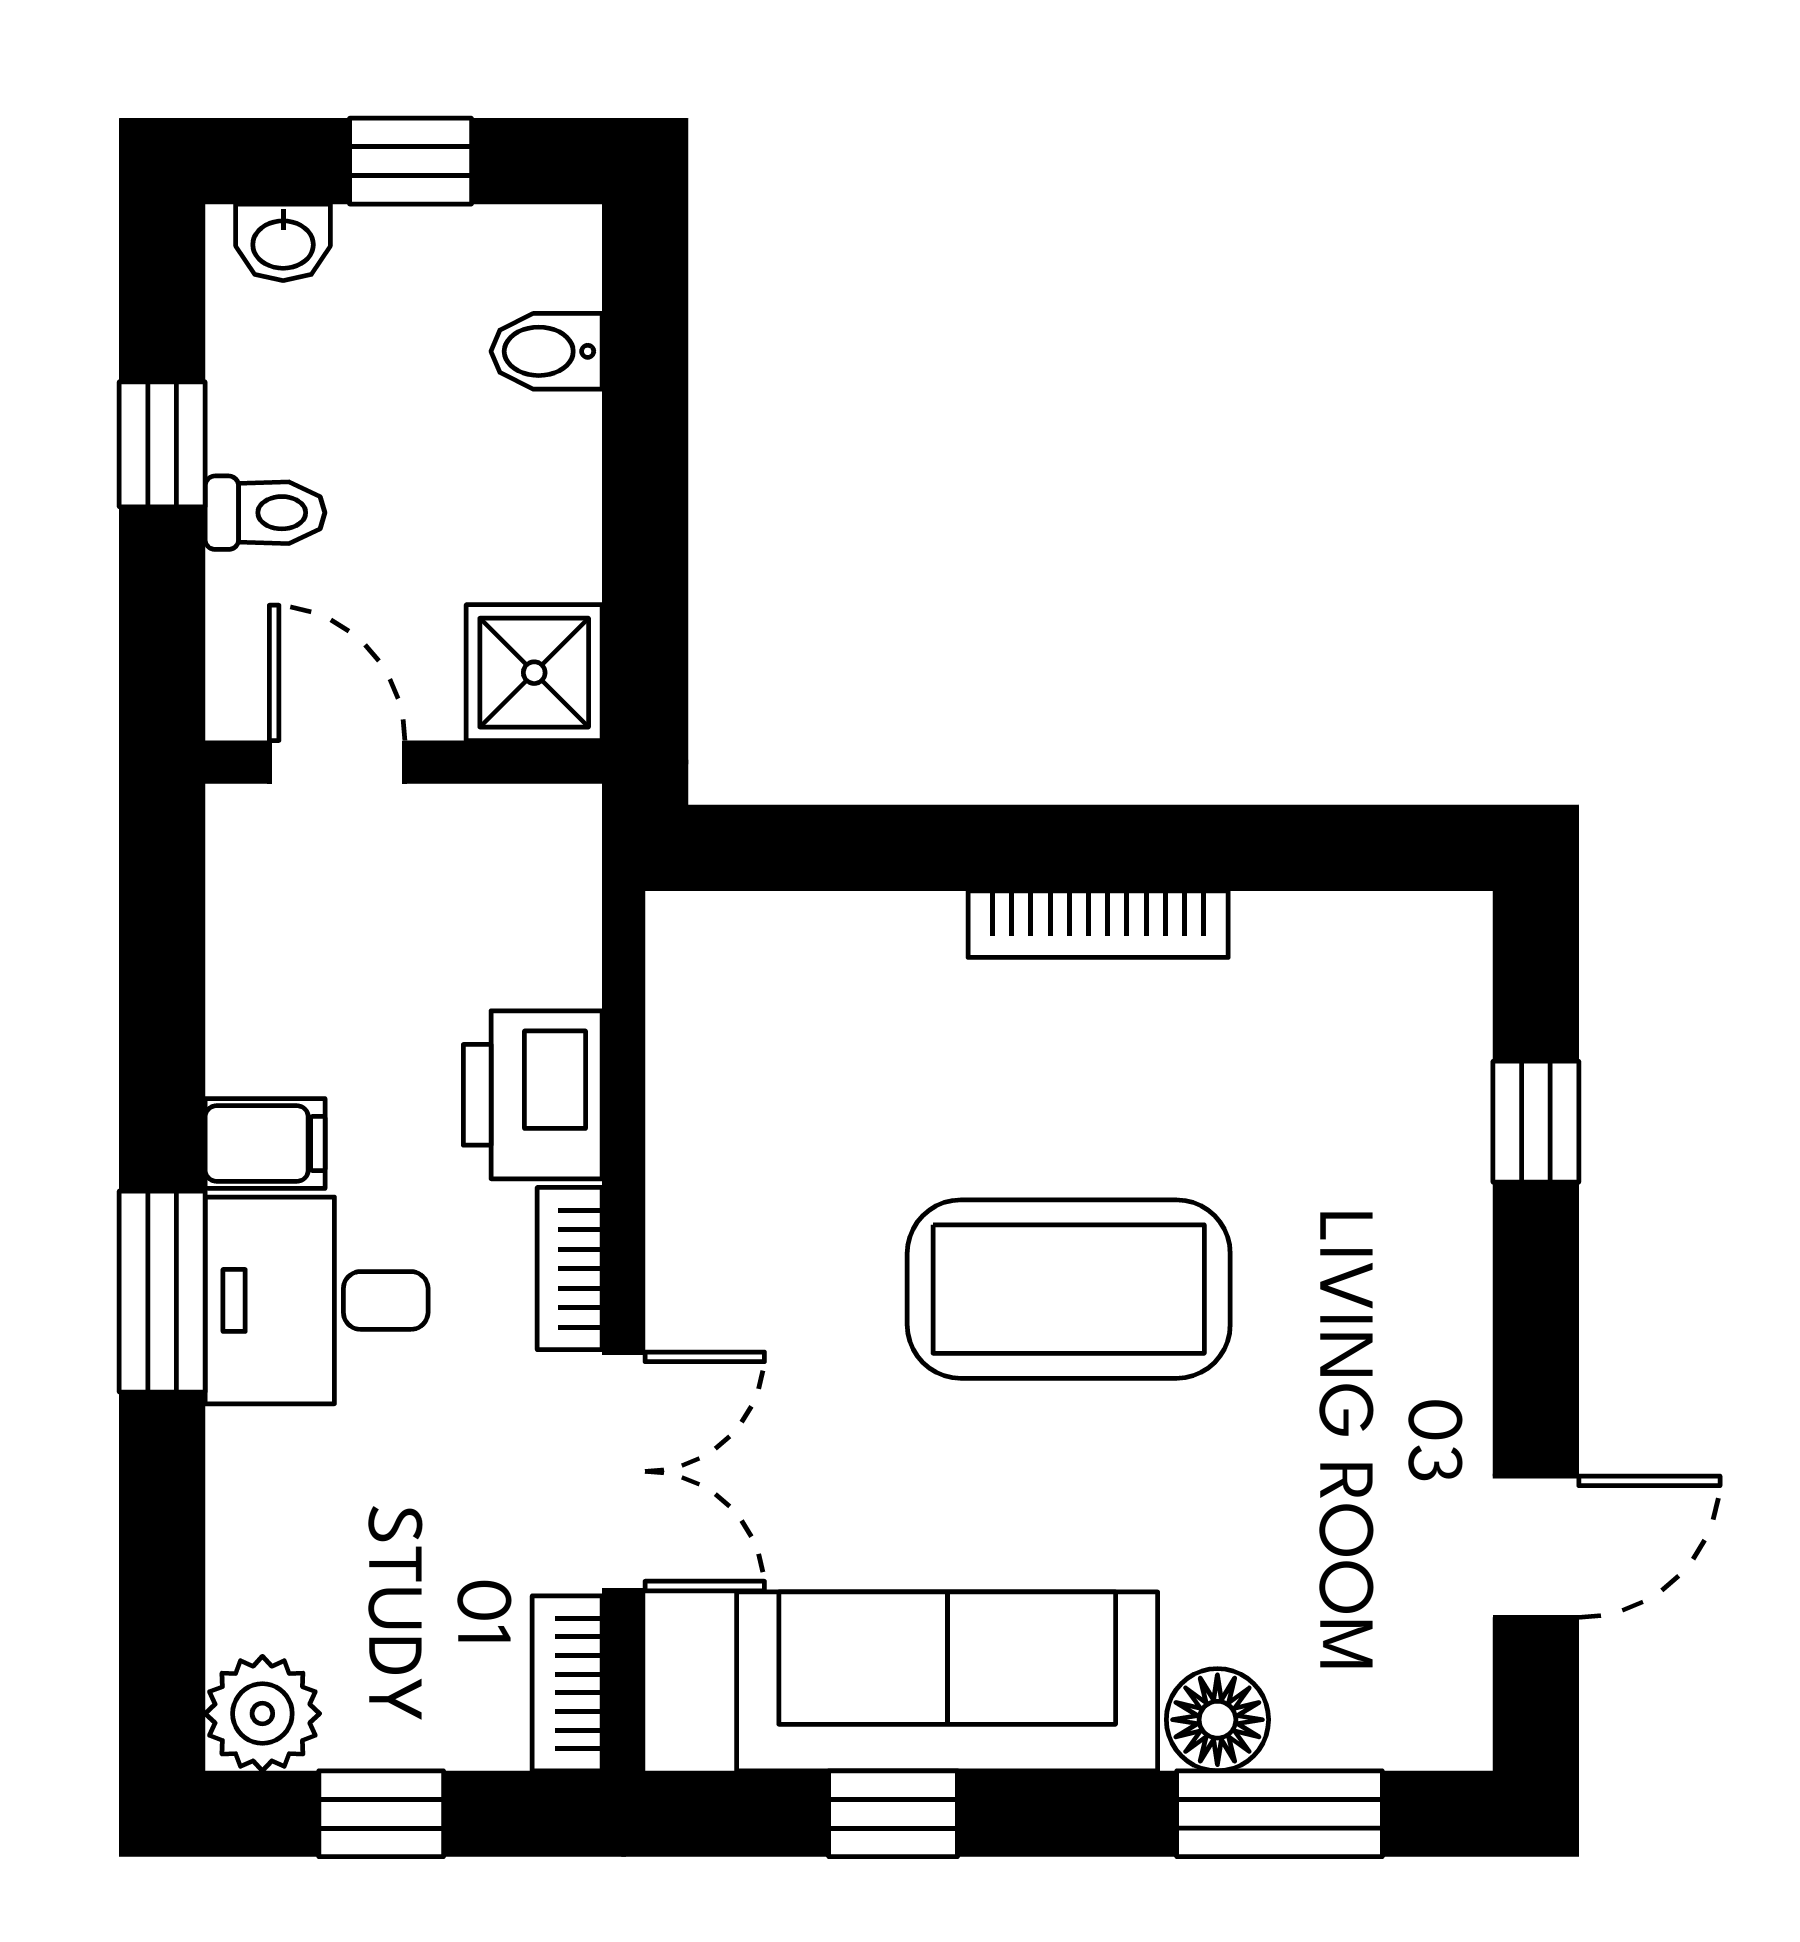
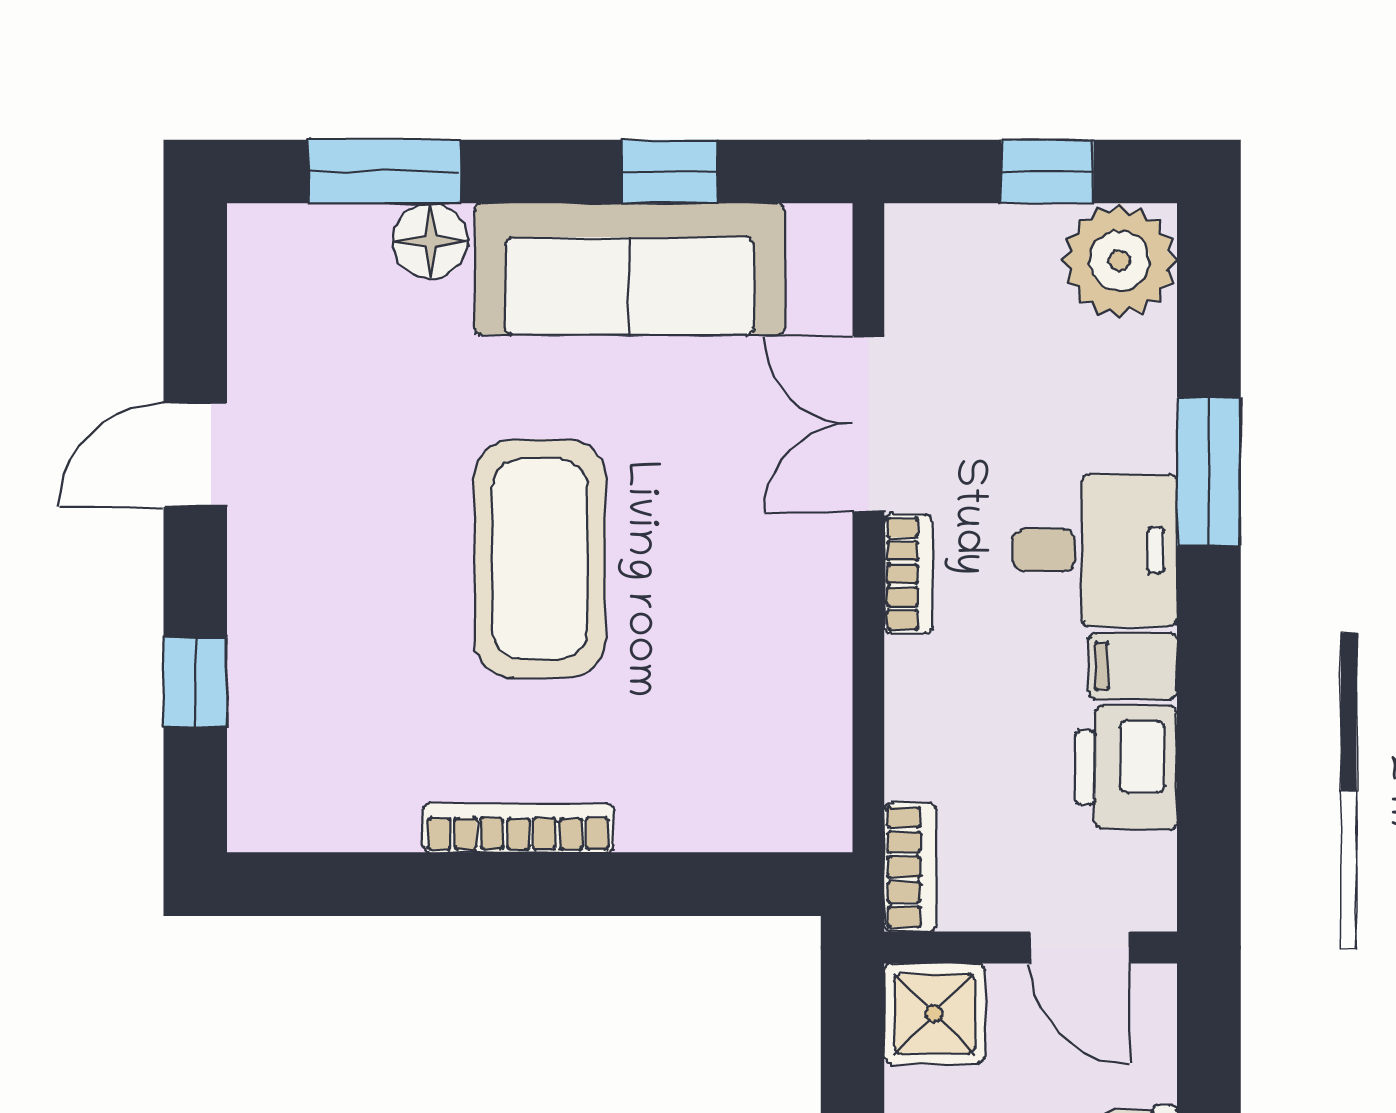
printer: (533, 1095) -> (1126, 768), moved, turned 180
coffee table: (1069, 1289) -> (540, 559), turned 90
window: (162, 1292) -> (1209, 471), moved
door: (1536, 1547) -> (195, 455), moved
bookcase: (567, 1683) -> (910, 867), moved
plant: (262, 1714) -> (1120, 261), width x1.36, depth x1.36

